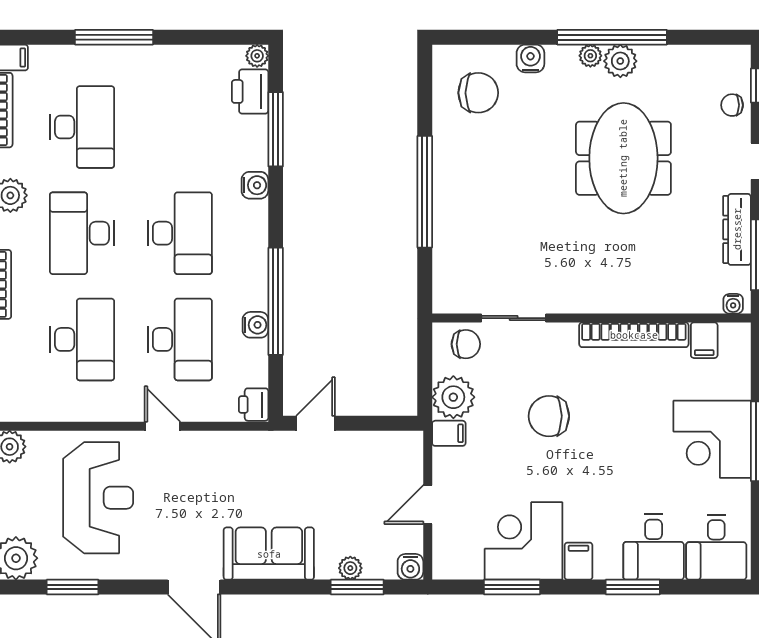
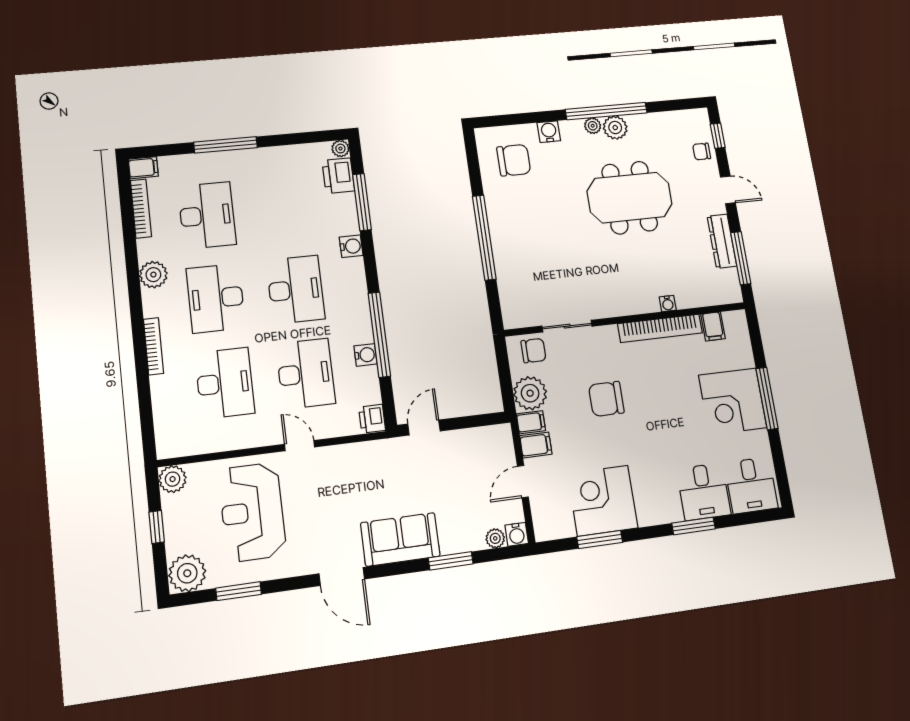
meeting table: (623, 158) -> (630, 198), turned 90
water cooler: (733, 304) -> (668, 304), moved
reception desk: (98, 498) -> (252, 512), turned 180
filing cabinet: (579, 561) -> (536, 445), moved, turned 90
plant: (350, 568) -> (495, 538), moved
window: (357, 587) -> (451, 561), moved

